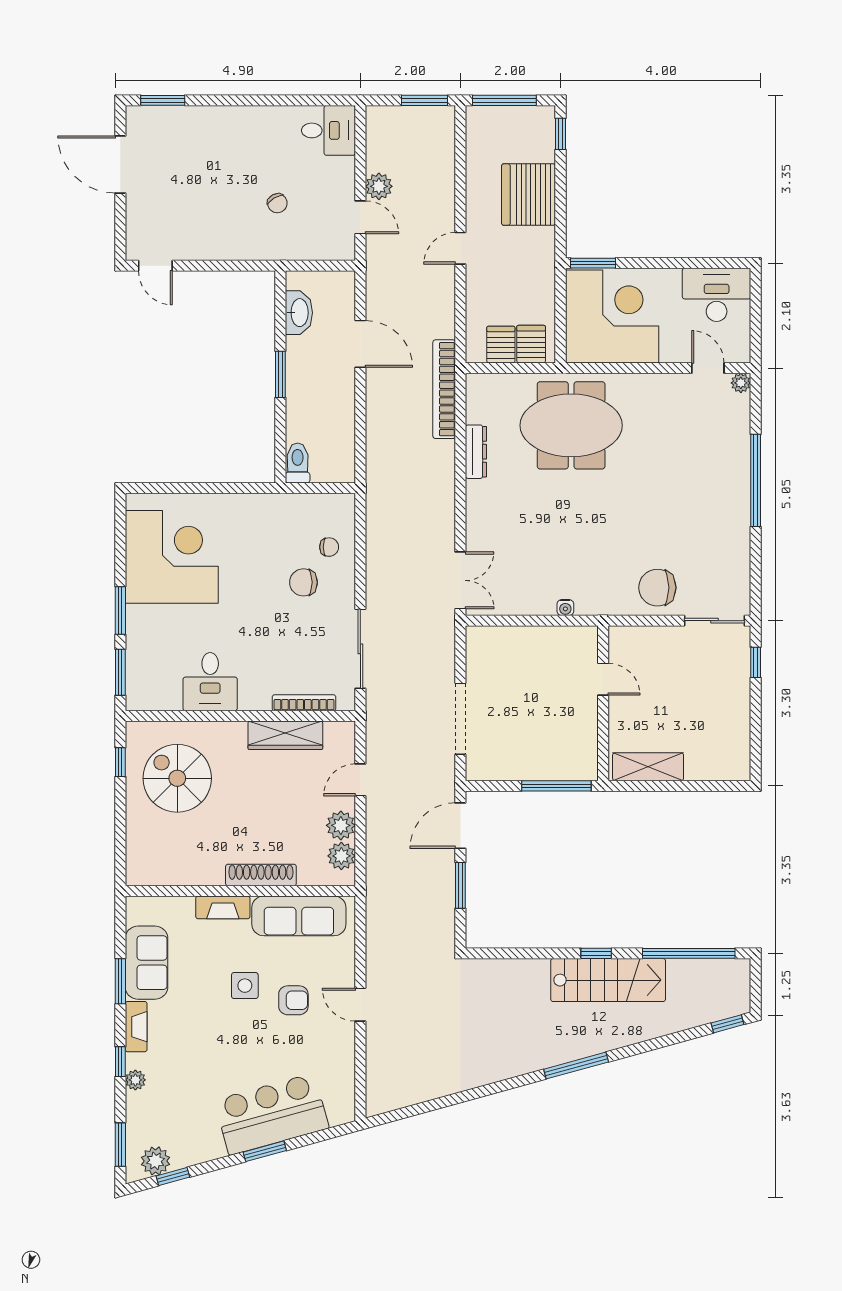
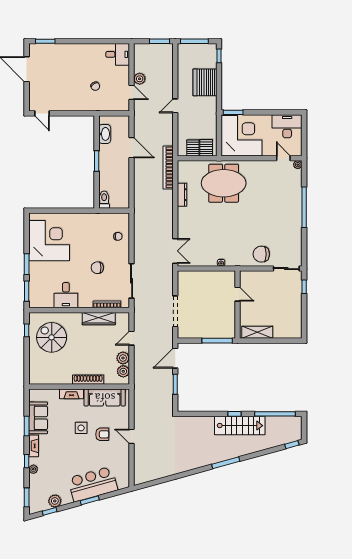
chair: (303, 582) -> (97, 268), moved
plant: (155, 1161) -> (55, 501), moved

